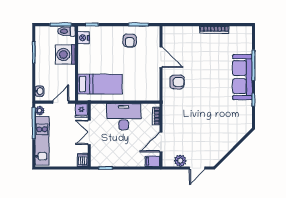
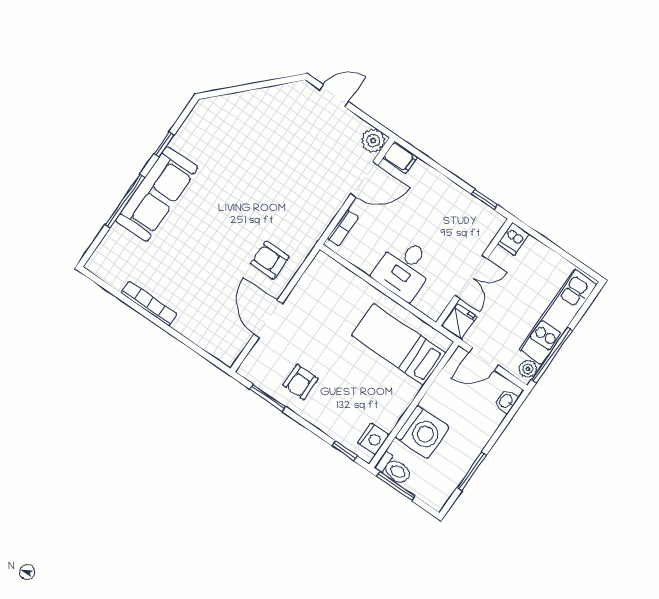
armchair: (130, 41) -> (300, 382), turned 180
desk: (124, 117) -> (404, 269), width x0.73
plant: (180, 161) -> (373, 141), moved

